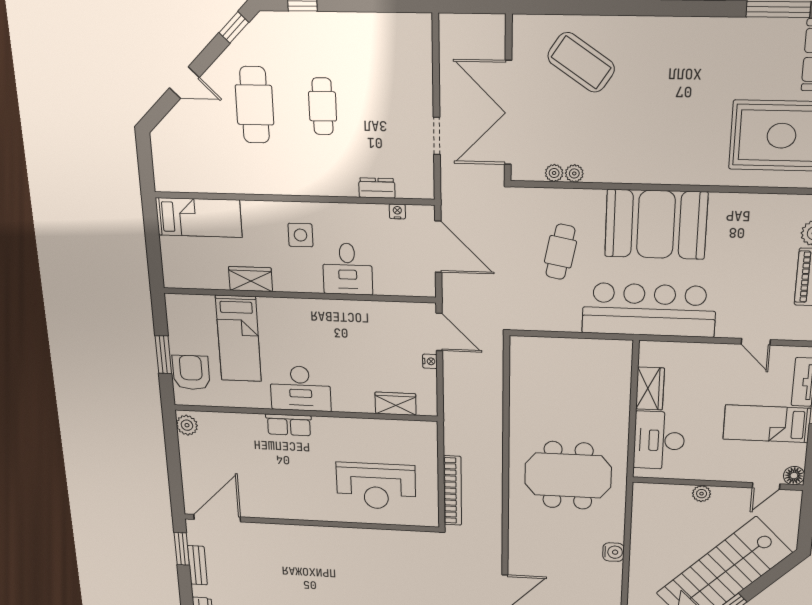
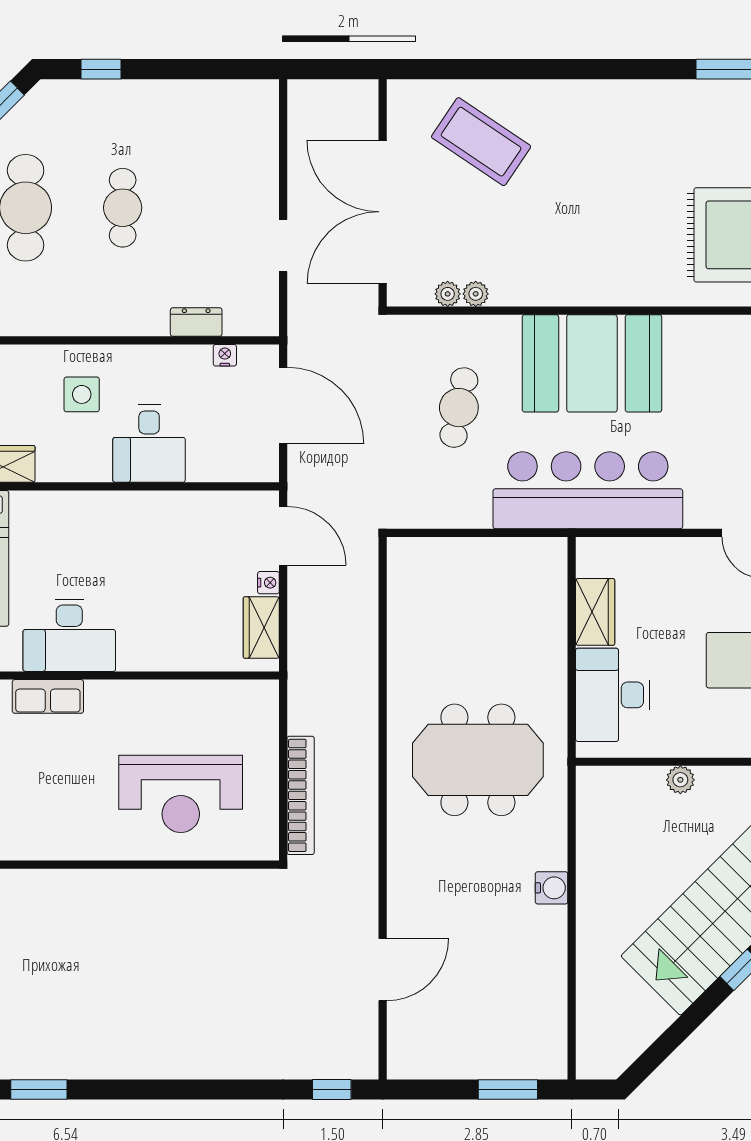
wardrobe: (396, 404) -> (261, 628), moved, turned -90

